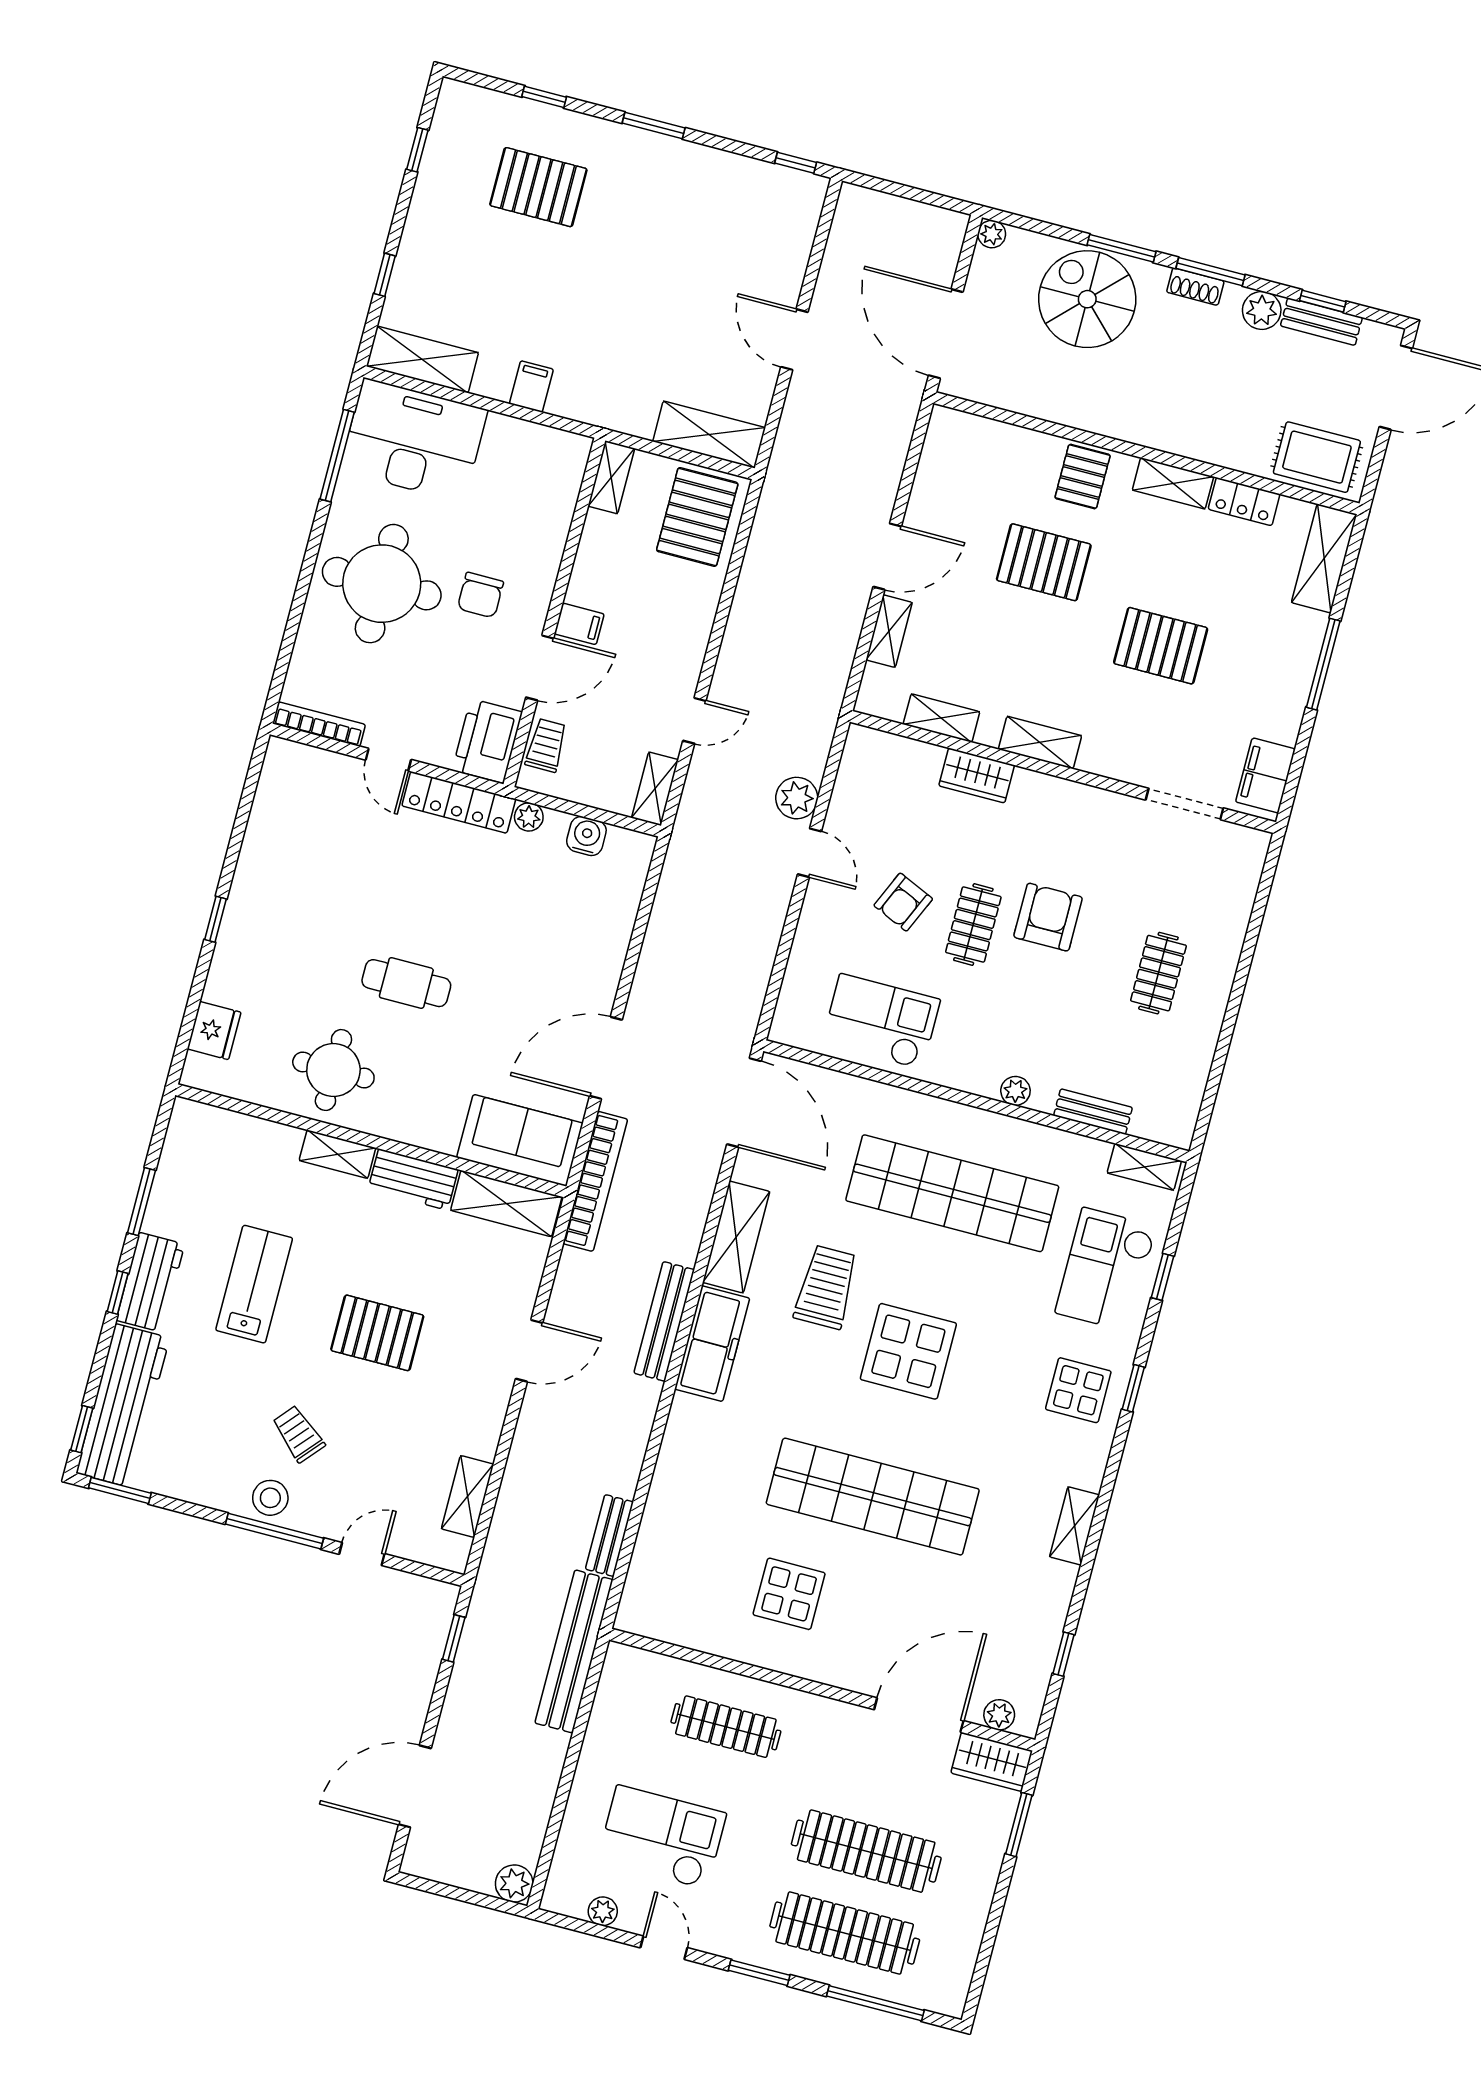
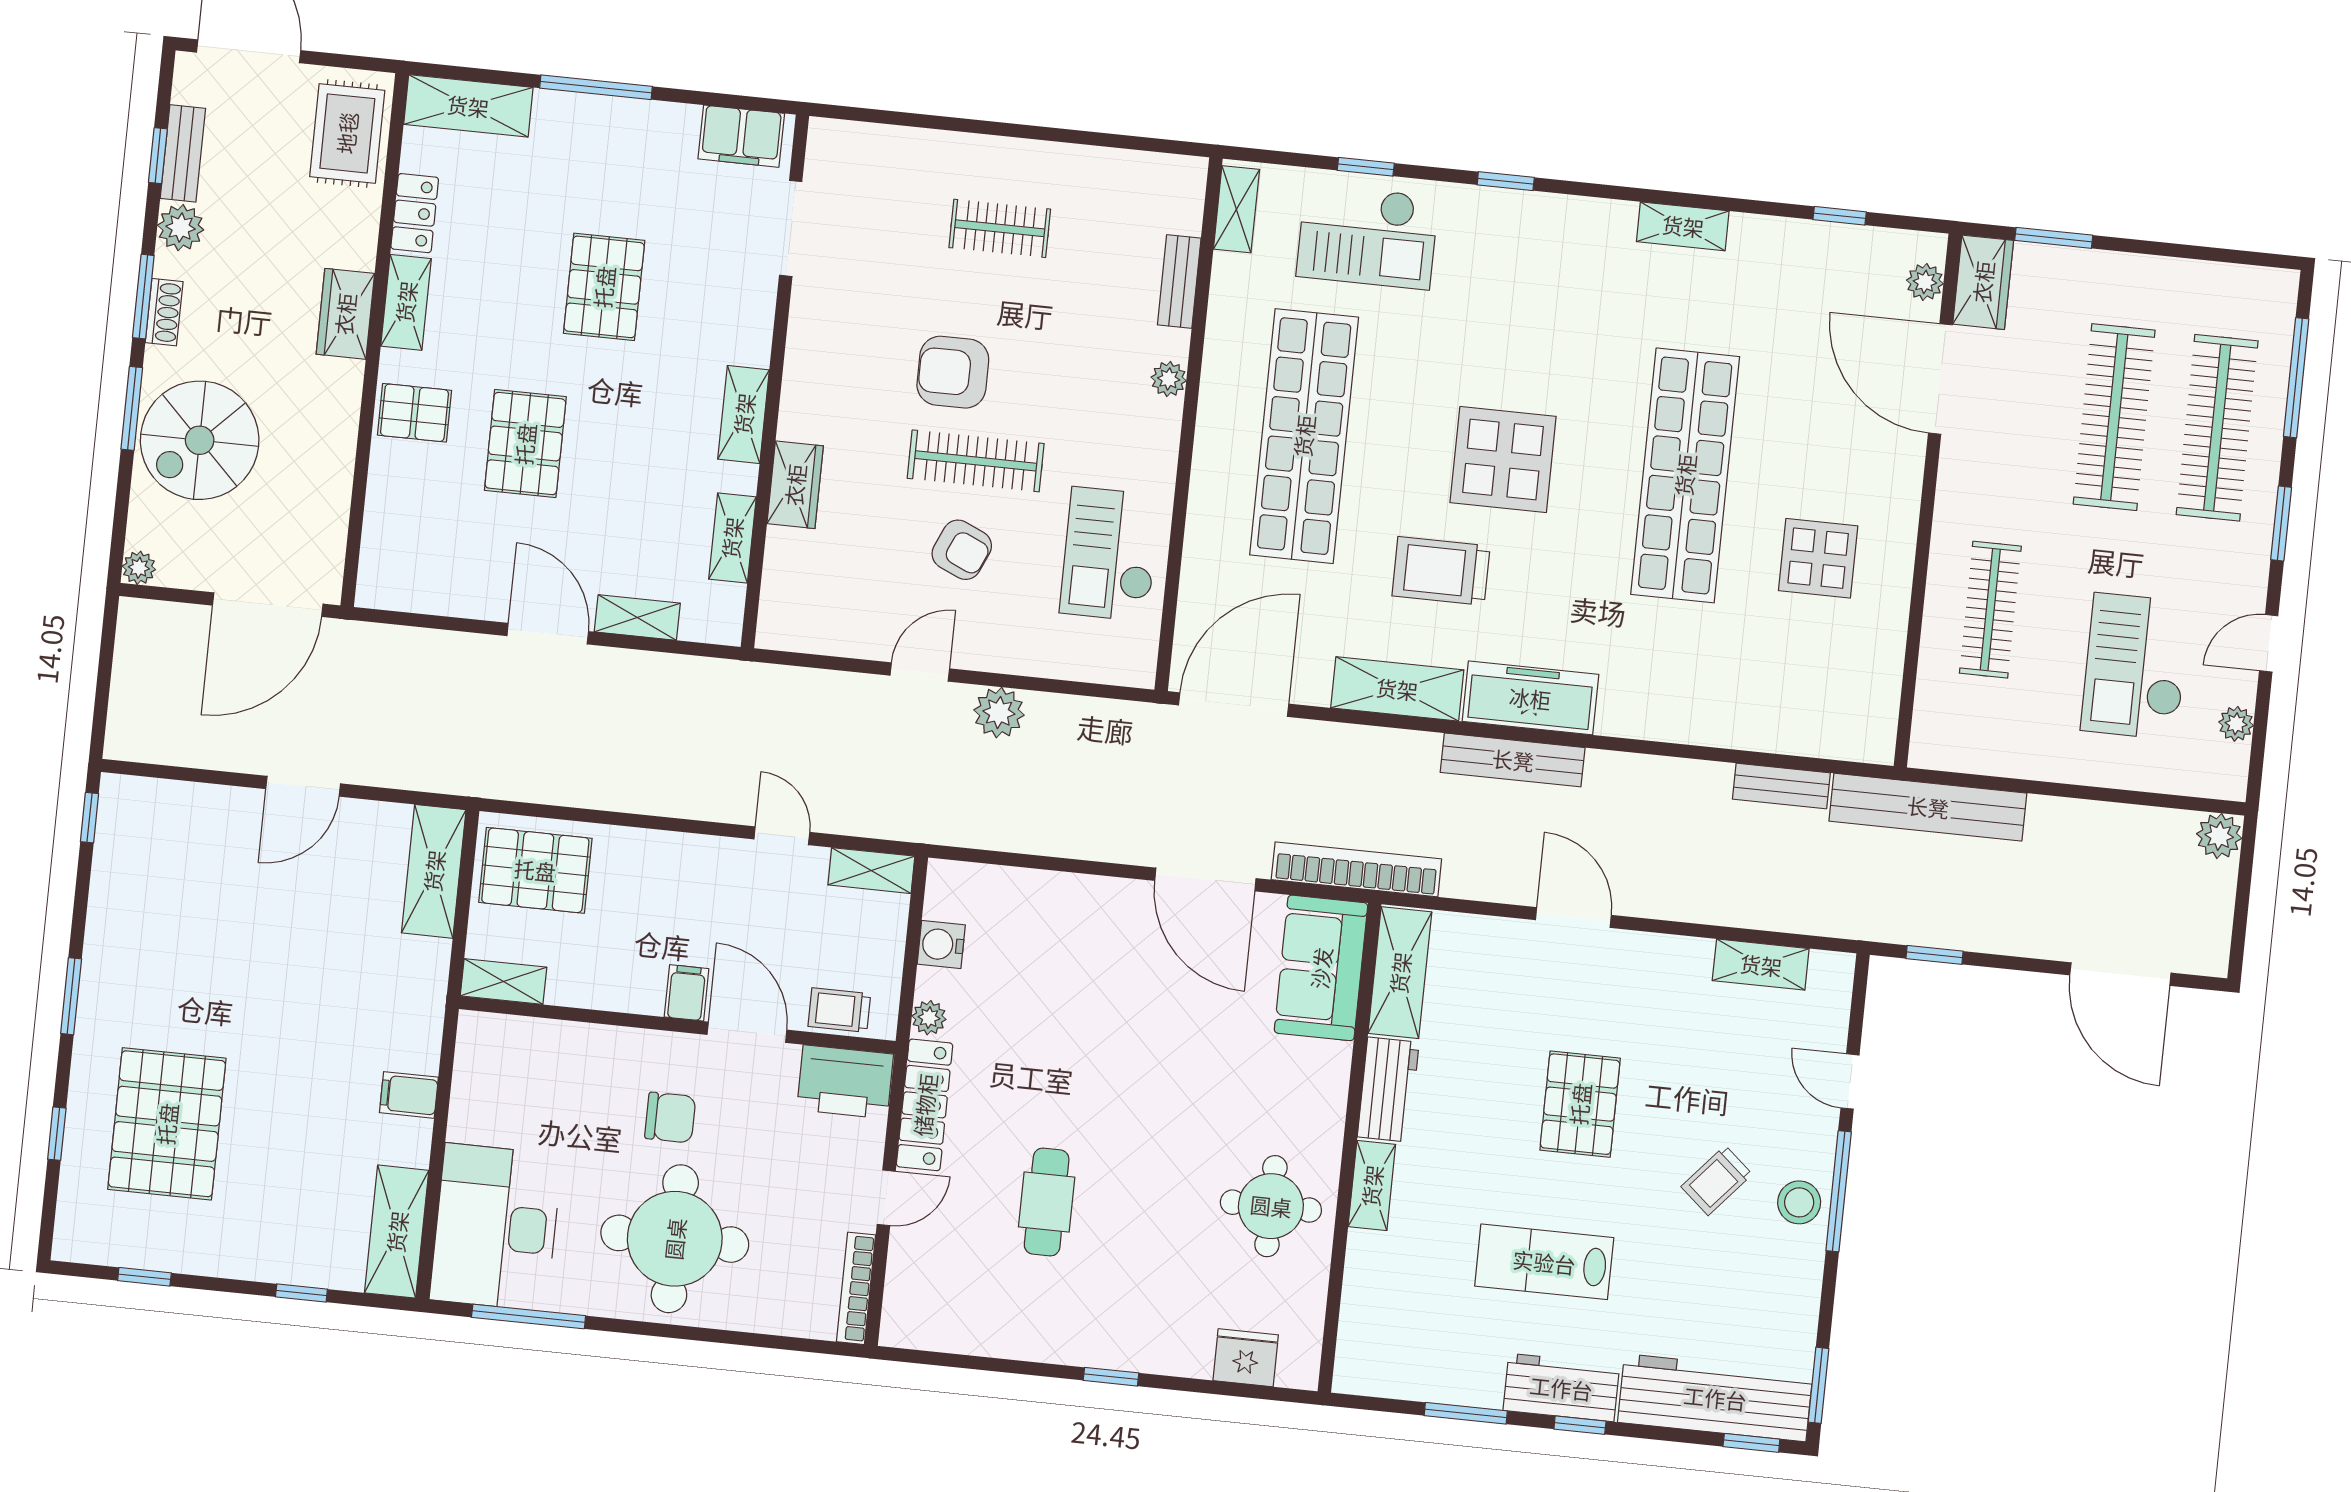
pallet: (538, 187) -> (167, 1124), width x1.37, depth x1.41
wardrobe: (1171, 433) -> (345, 314), added
plant: (797, 798) -> (999, 713), moved
clothes rail: (973, 924) -> (976, 461), width x1.36
cafe table: (406, 983) -> (1047, 1202), moved
display table: (1078, 1390) -> (1518, 247), removed

